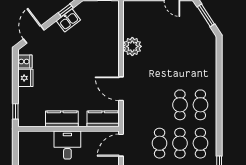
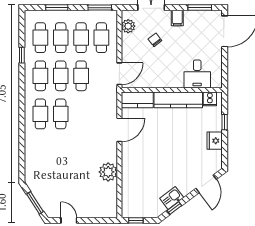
cooker: (25, 62) -> (210, 99), moved, turned -90
door: (121, 89) -> (119, 130), hinge flipped
window: (15, 111) -> (225, 122), moved
kitchen counter: (62, 119) -> (178, 100), width x1.50
desk: (67, 145) -> (197, 74), moved

